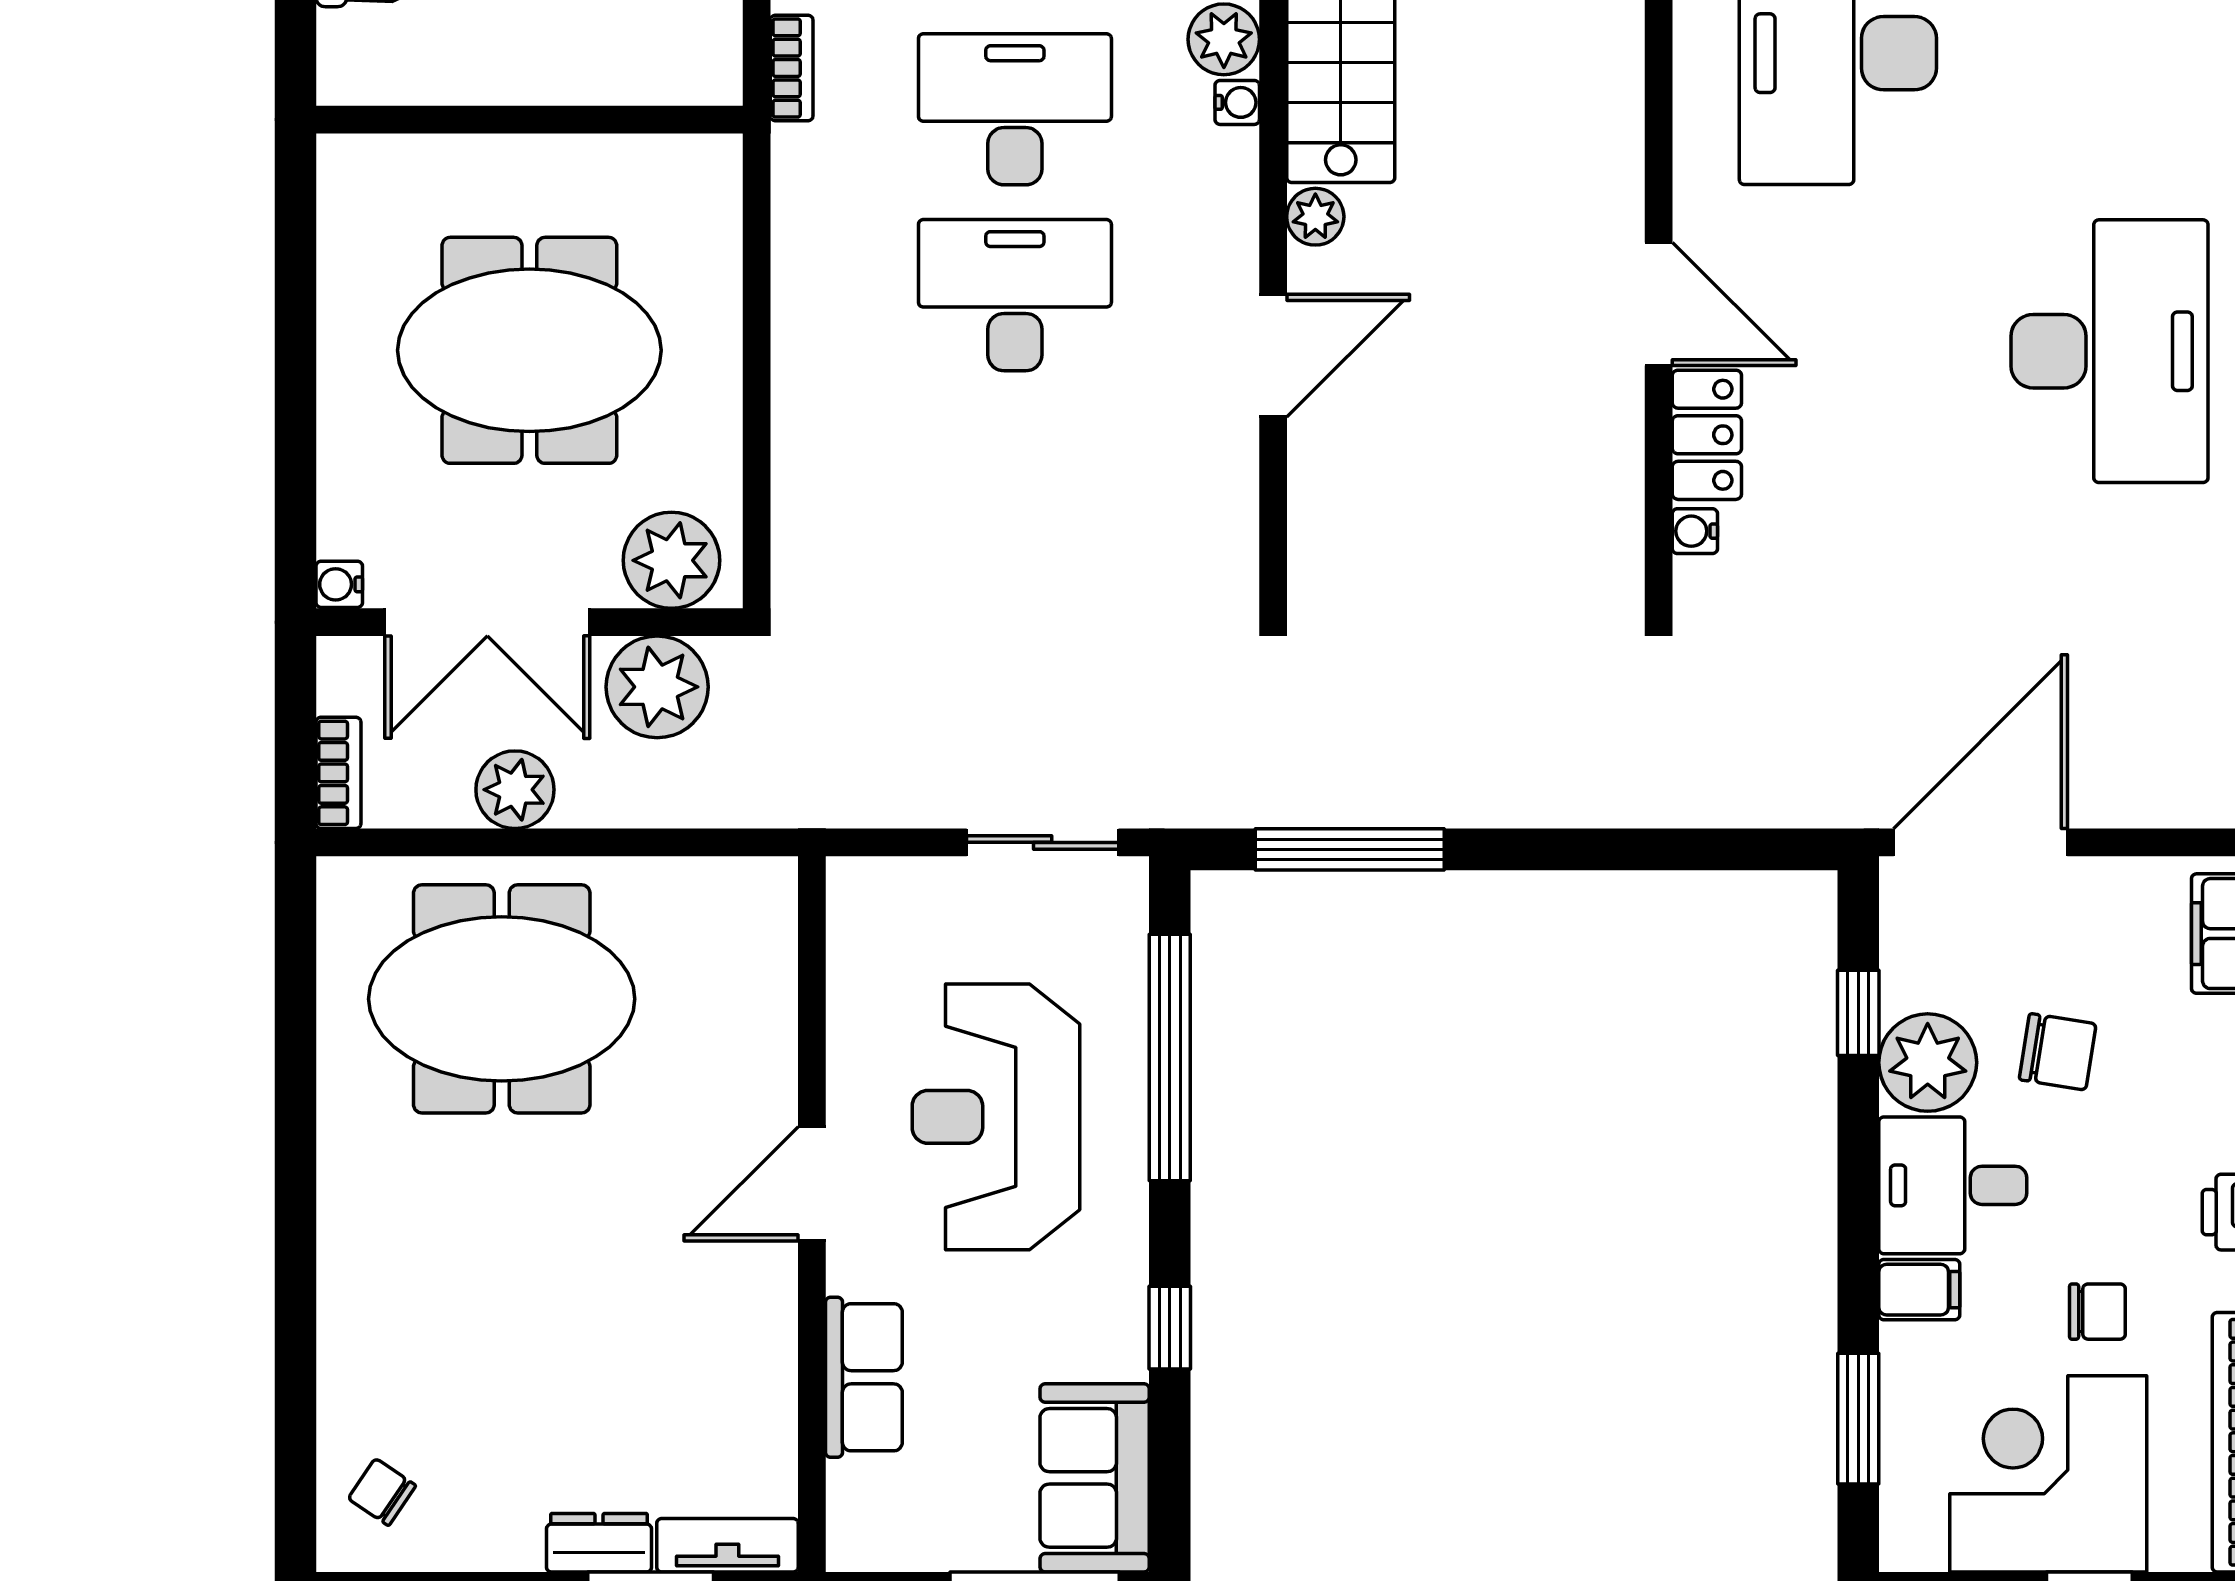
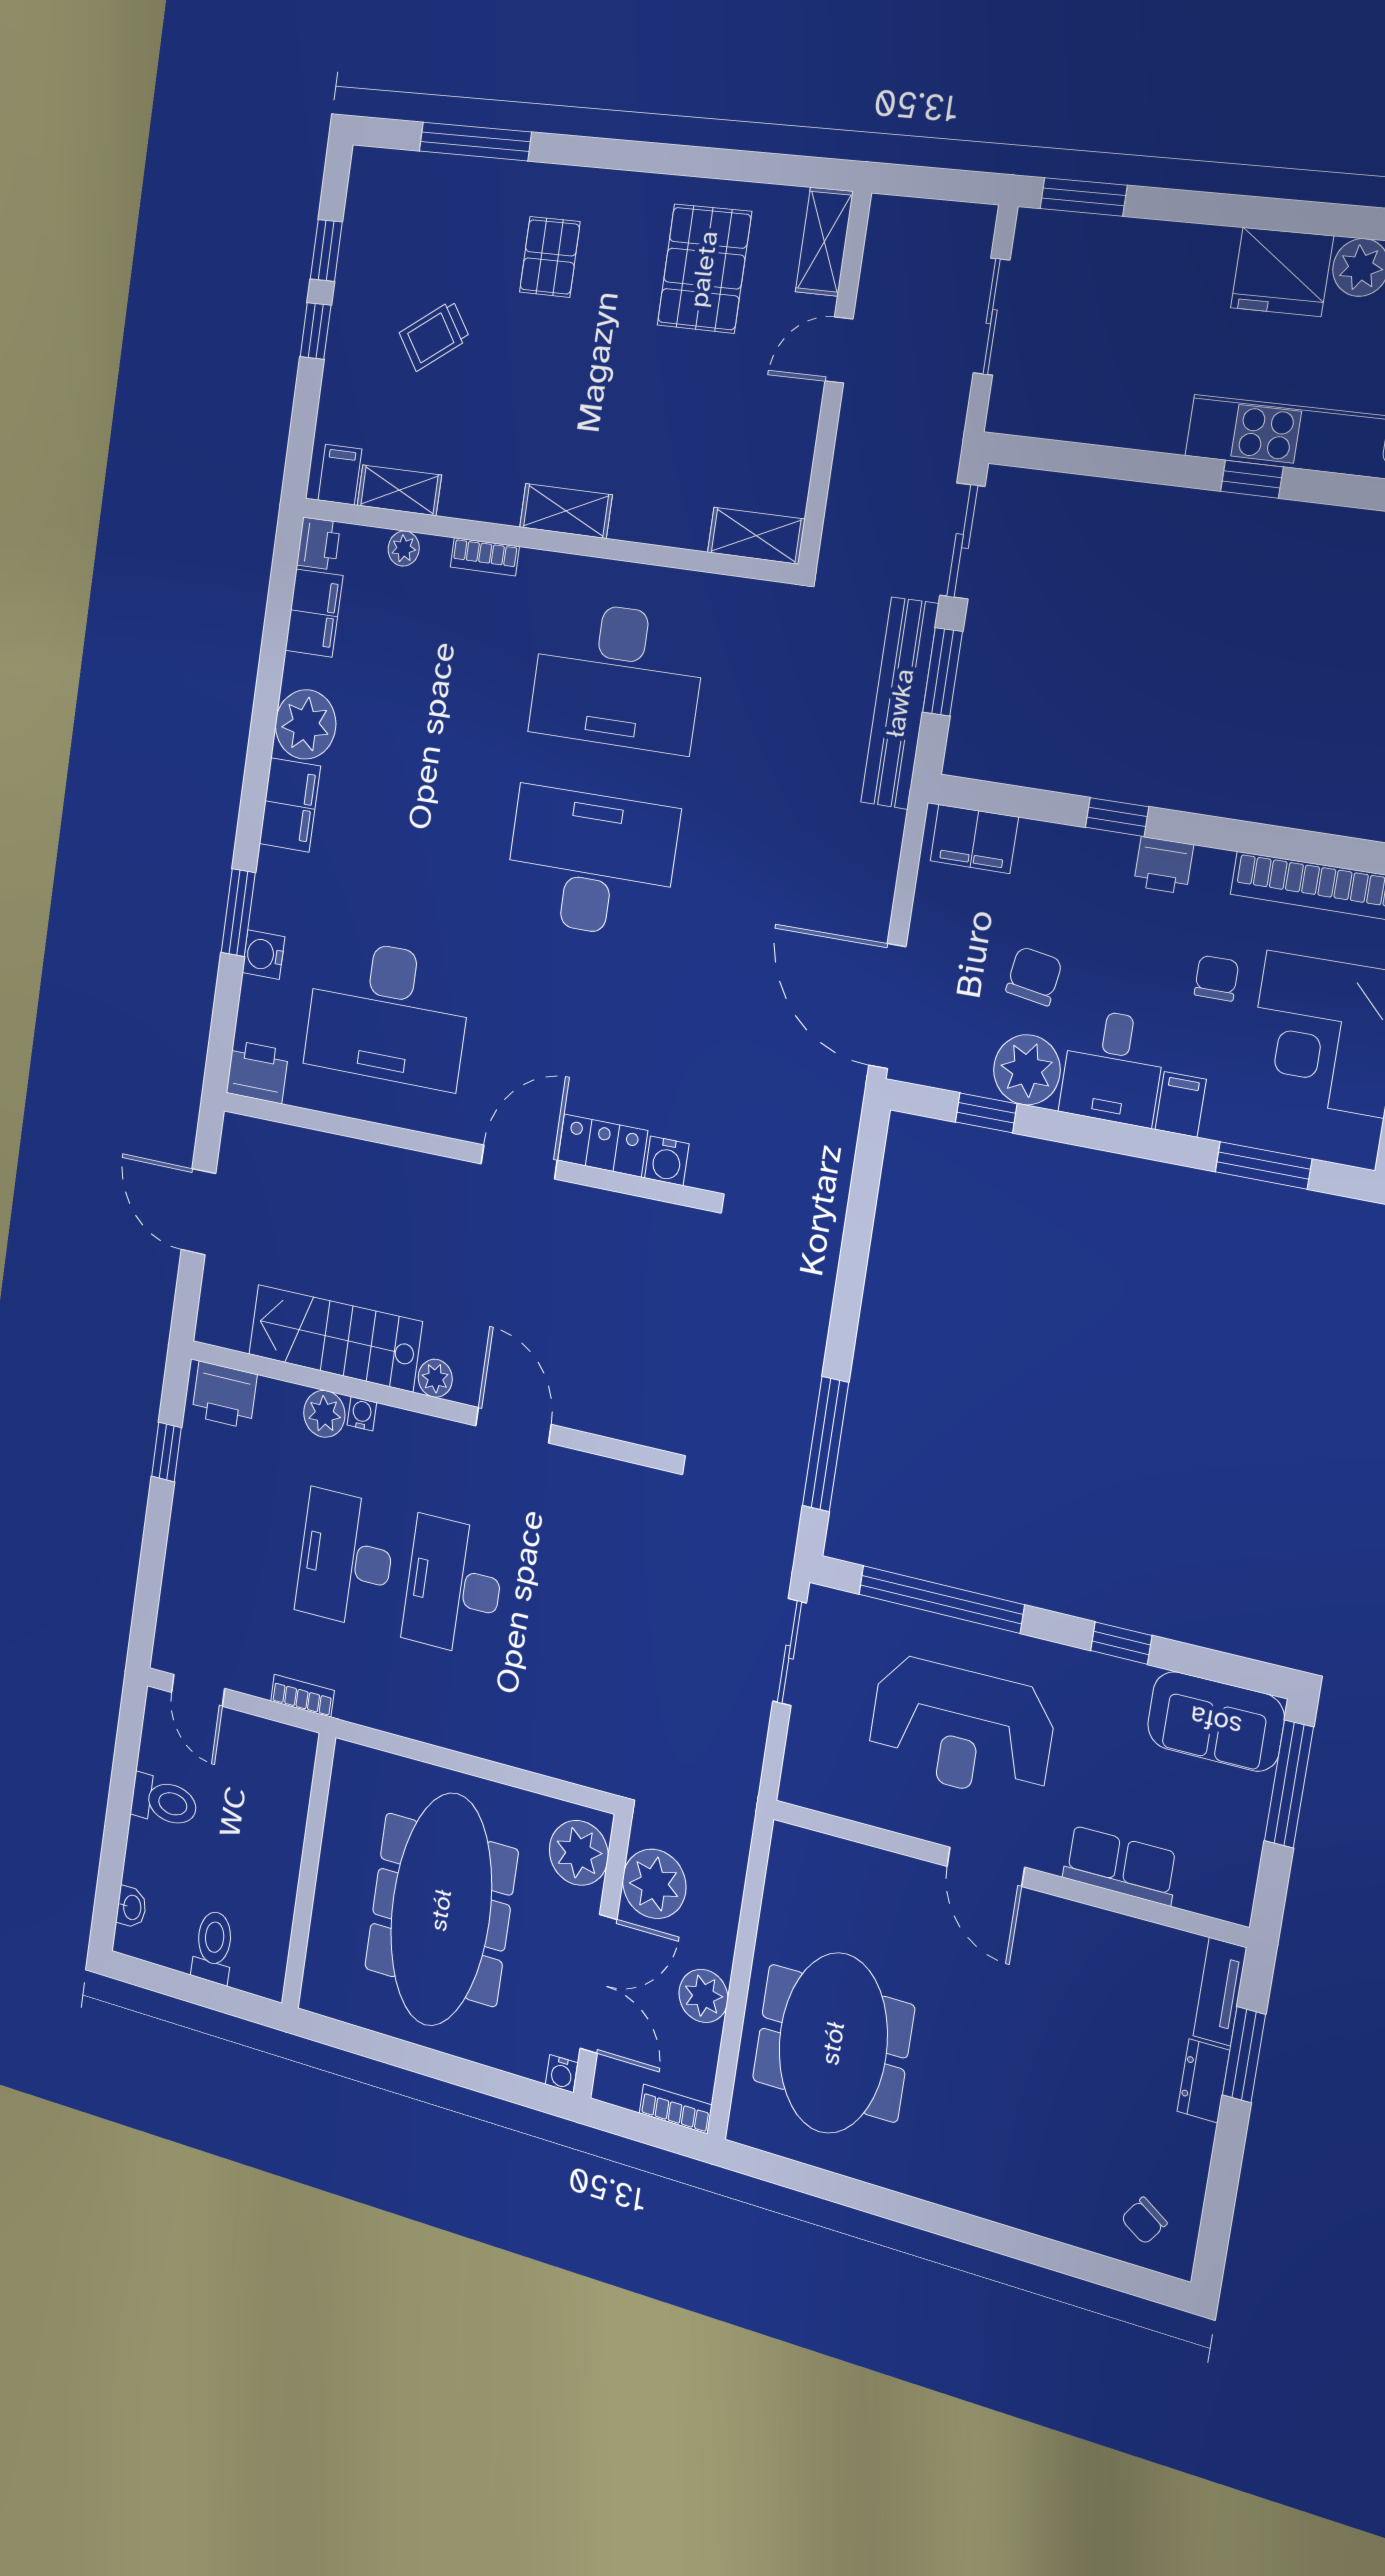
meeting table: (529, 350) -> (441, 1910), width x1.36
water cooler: (1695, 531) -> (667, 1161), width x1.38, depth x1.38

